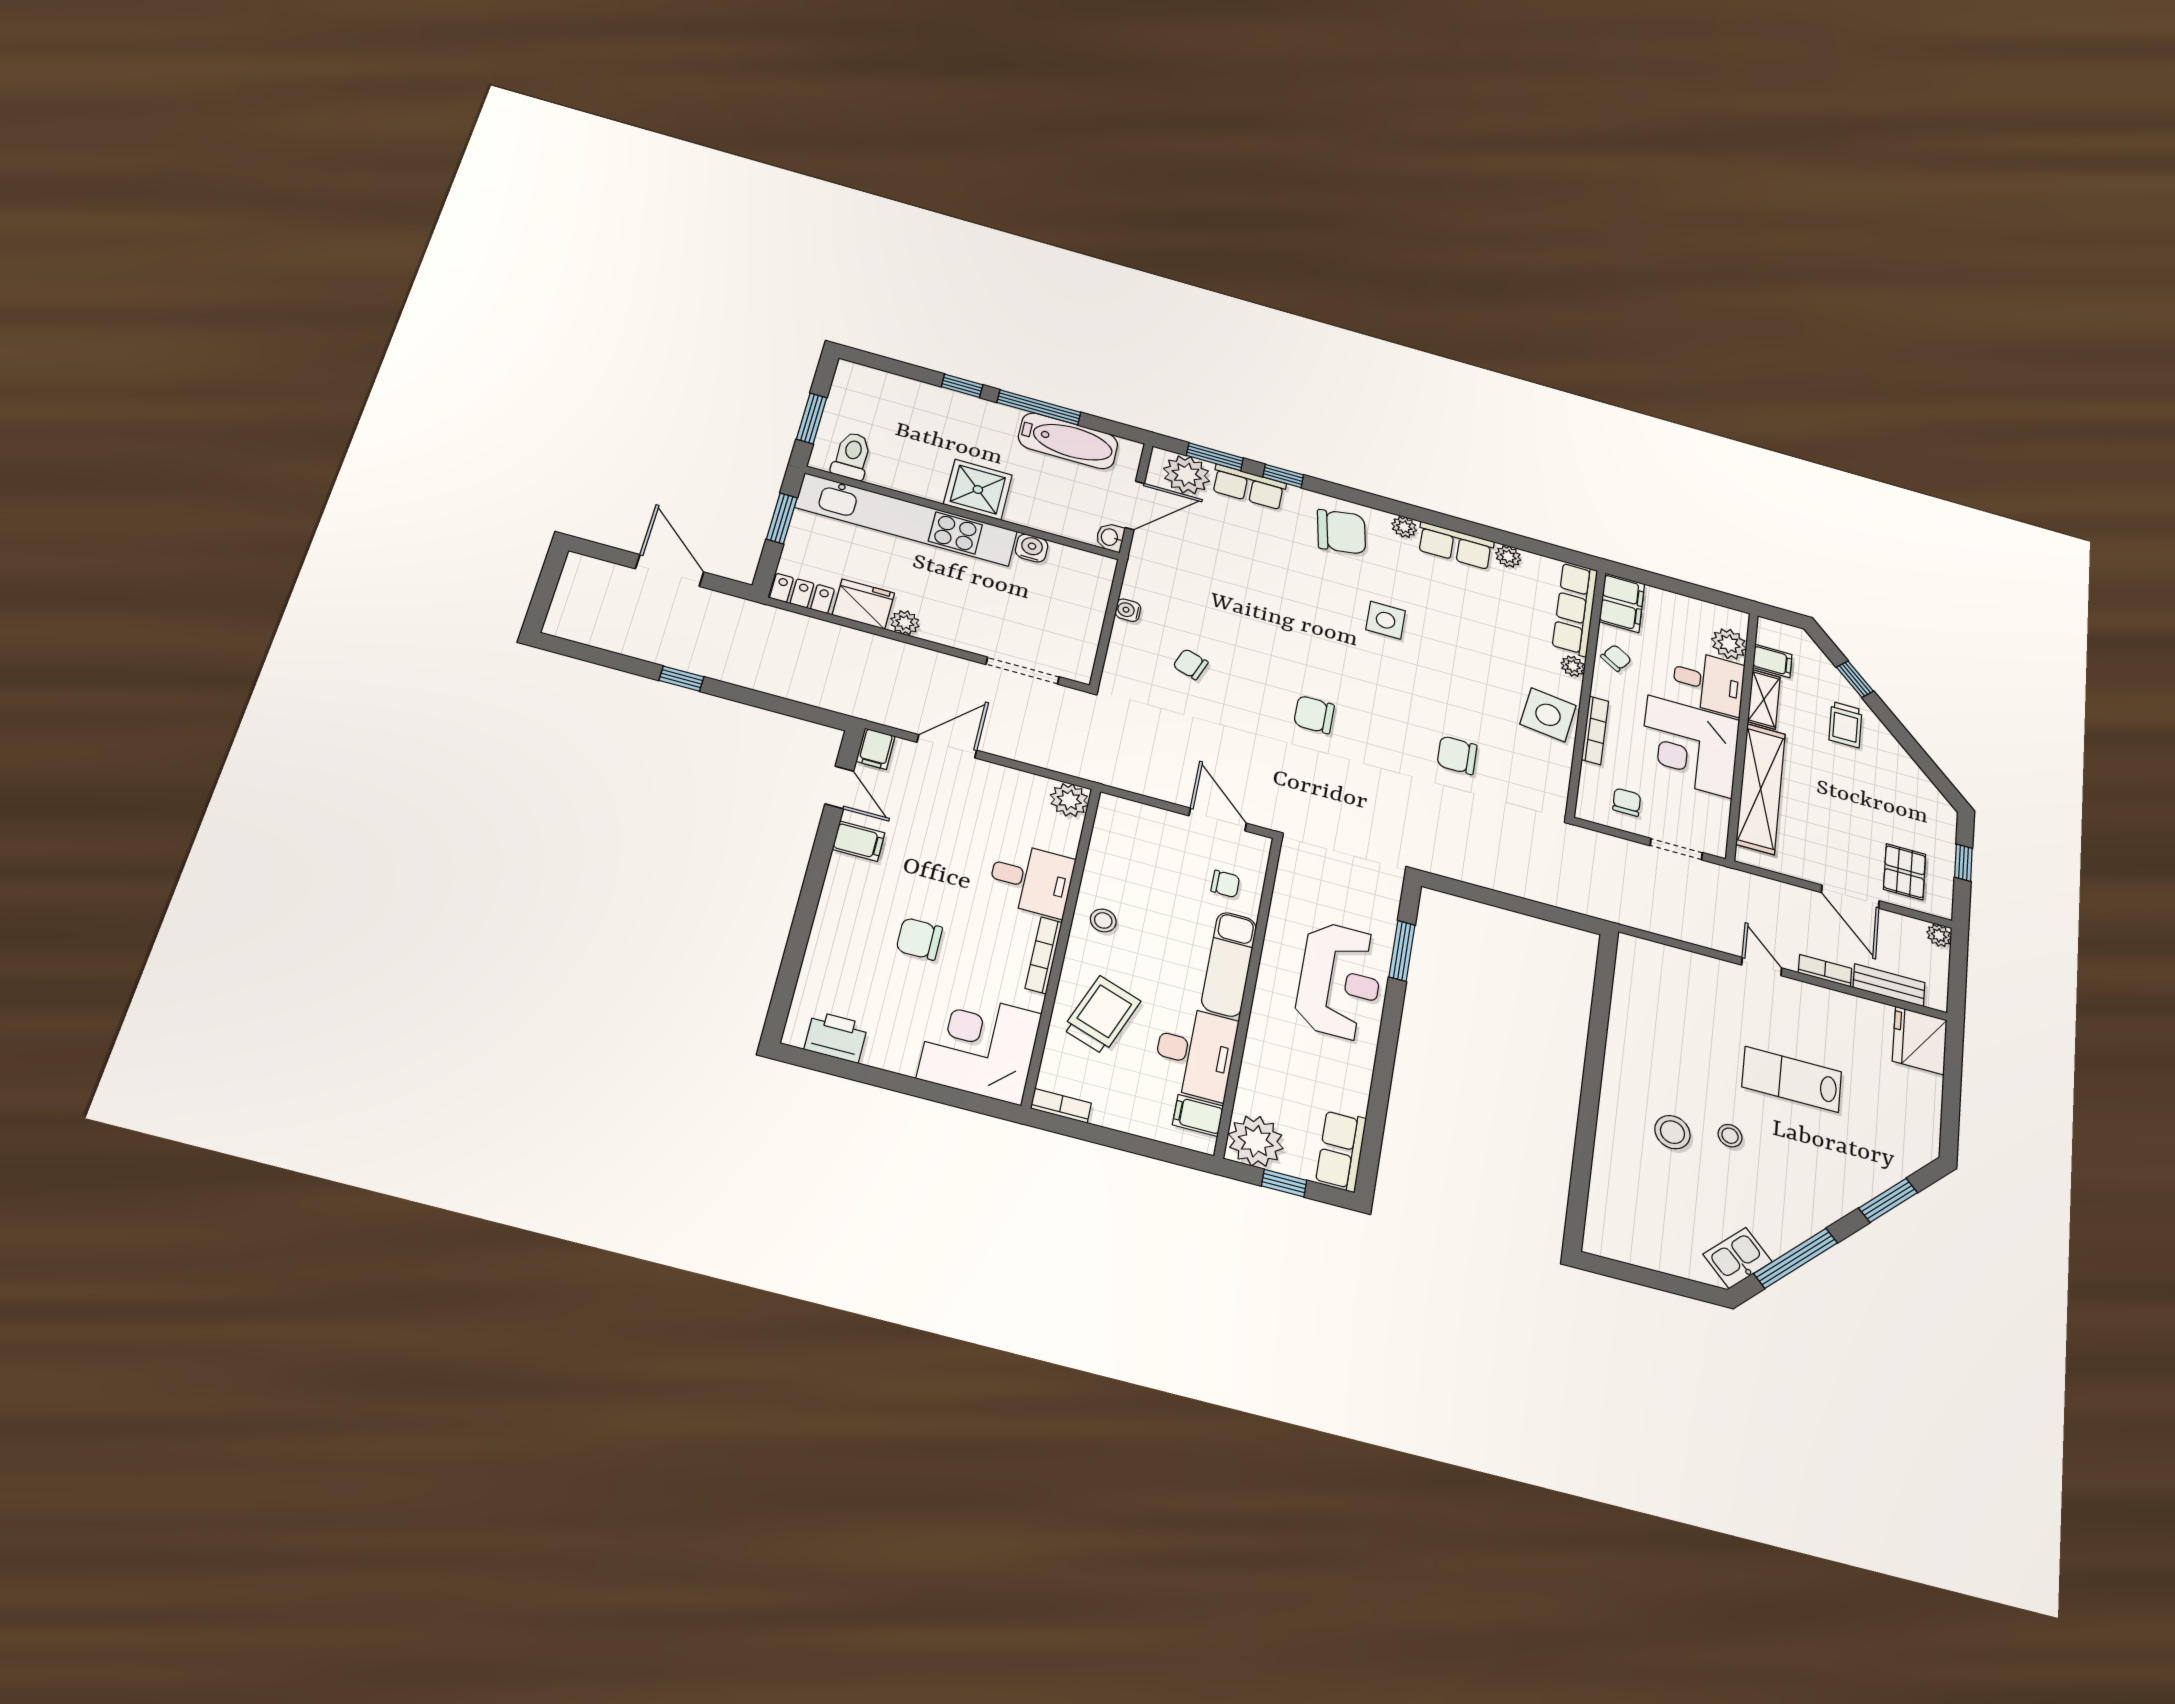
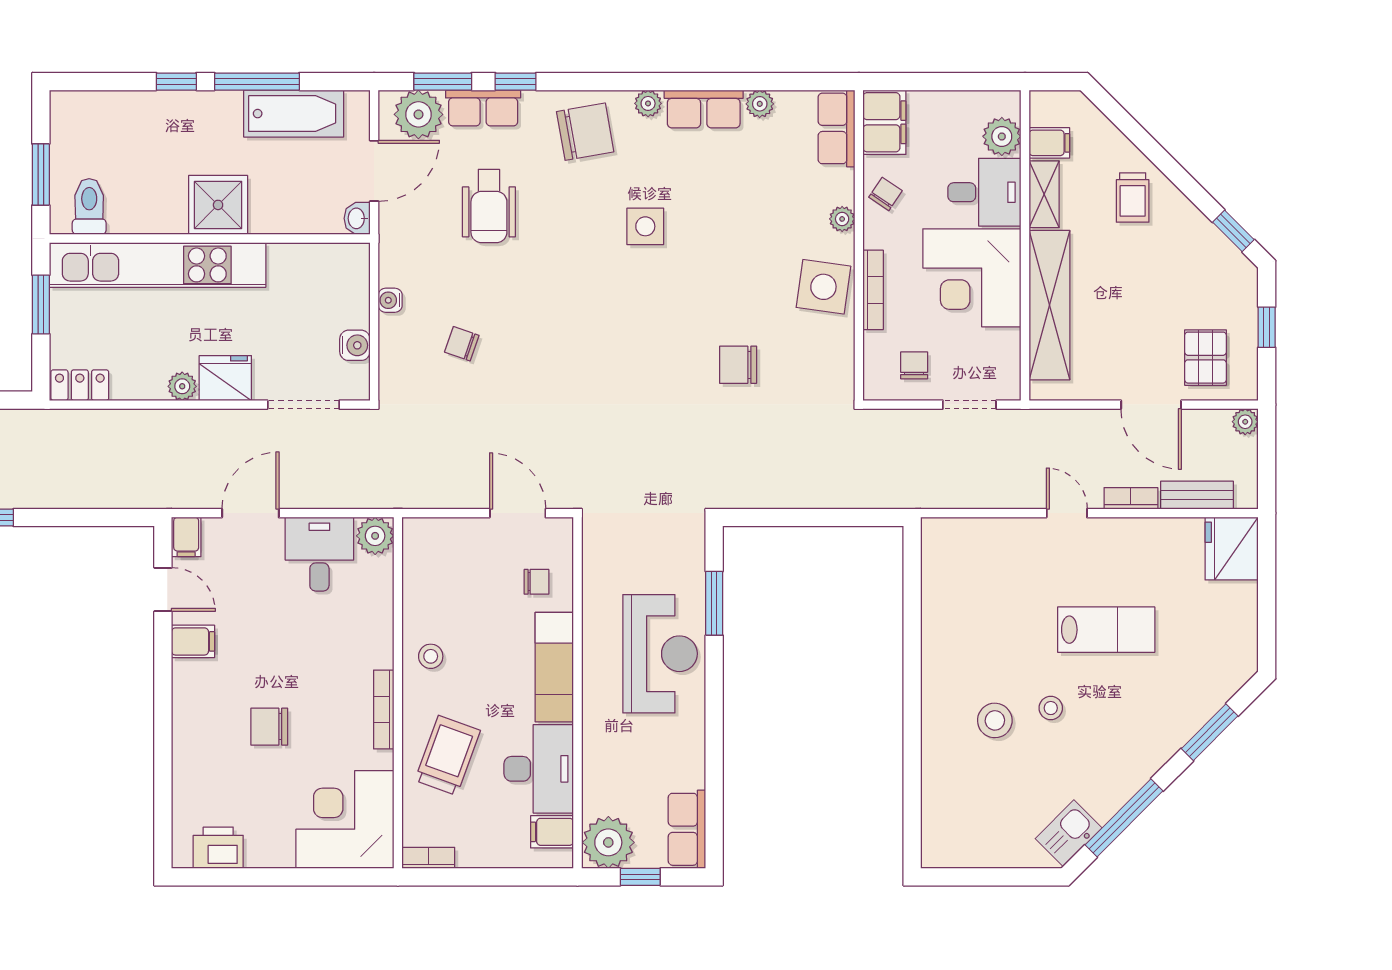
water cooler: (1032, 548) -> (355, 345), moved, turned 90
wheelchair: (1239, 563) -> (489, 206), added
fridge: (863, 604) -> (225, 378), moved
row of seats: (1575, 609) -> (836, 128), width x0.68
window: (1855, 679) -> (1233, 231), moved
chair: (1314, 715) -> (591, 363), removed
desk: (1031, 879) -> (319, 554), moved, turned -90
lab bench: (1792, 1079) -> (1106, 630), turned 180

